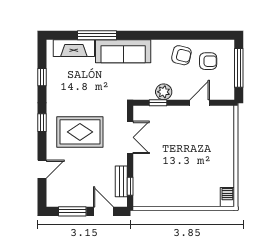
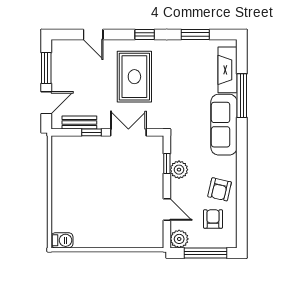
armchair: (208, 61) -> (213, 219), turned 180
window: (42, 77) -> (195, 35), width x1.50
plant: (226, 92) -> (179, 239), added
double door: (130, 137) -> (128, 132), swing flipped
window: (130, 186) -> (91, 132), moved

